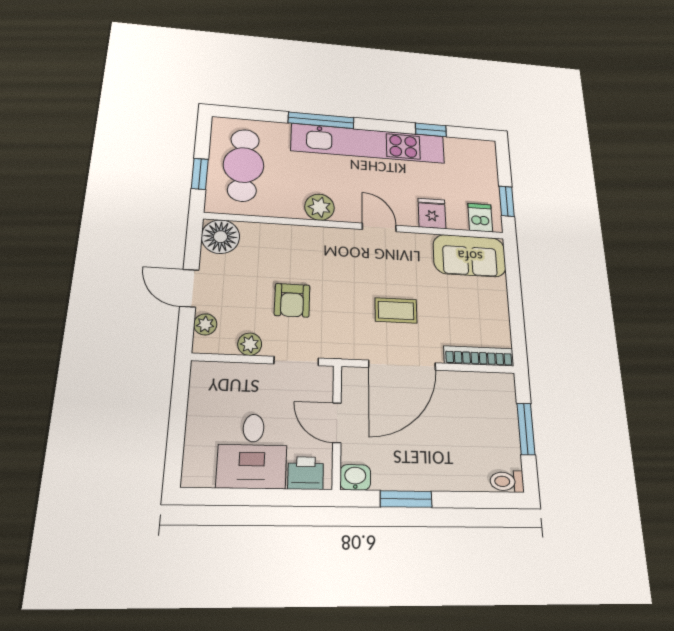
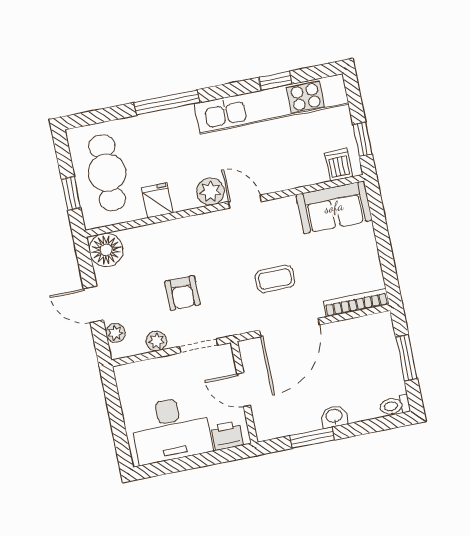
kitchen unit: (368, 143) -> (271, 104), moved
plant: (320, 207) -> (210, 191), moved
fridge: (432, 213) -> (157, 200), moved
desk: (252, 451) -> (171, 429), width x1.37
washbasin: (355, 477) -> (334, 416), moved

